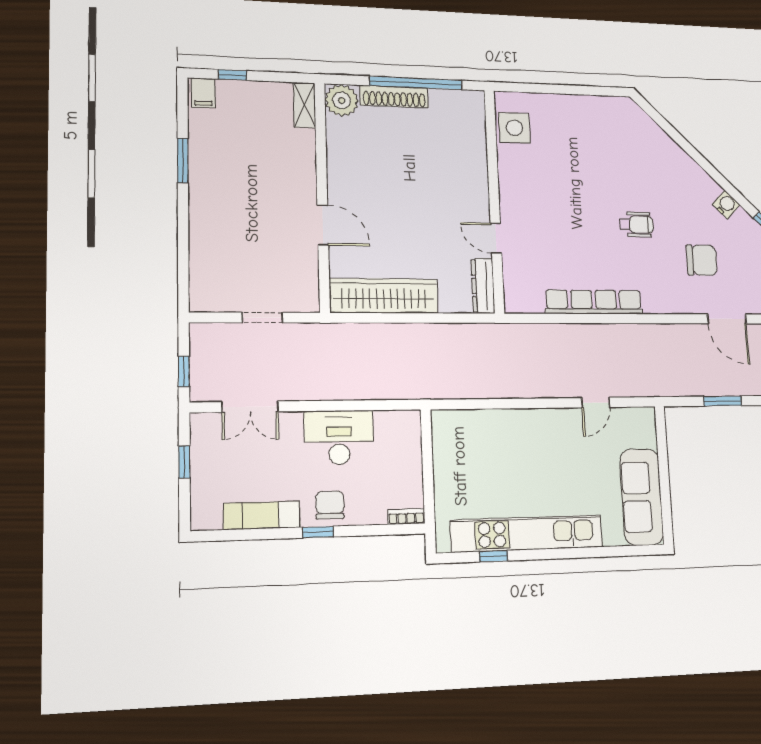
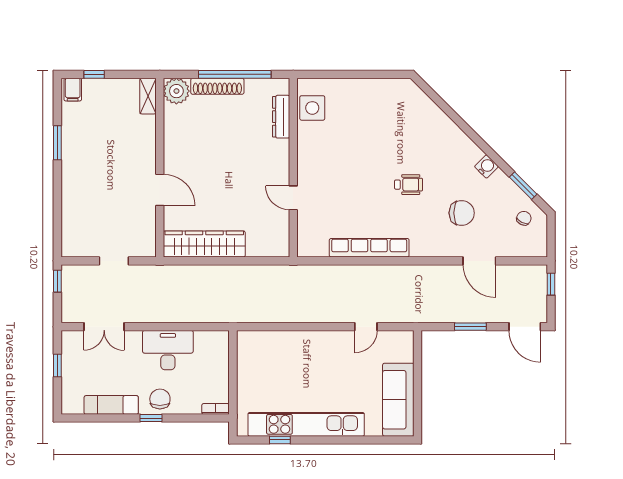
dresser: (483, 286) -> (281, 117), moved
window: (184, 372) -> (57, 281), moved

